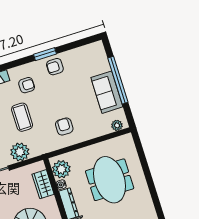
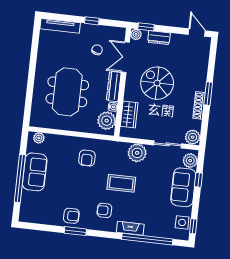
coffee table: (22, 117) -> (121, 183), turned 90

